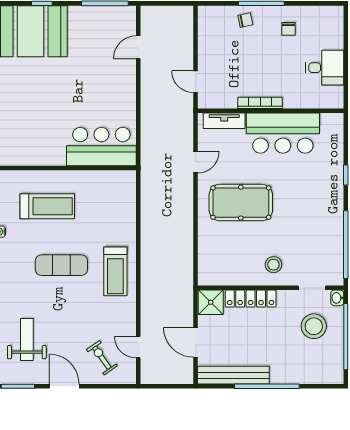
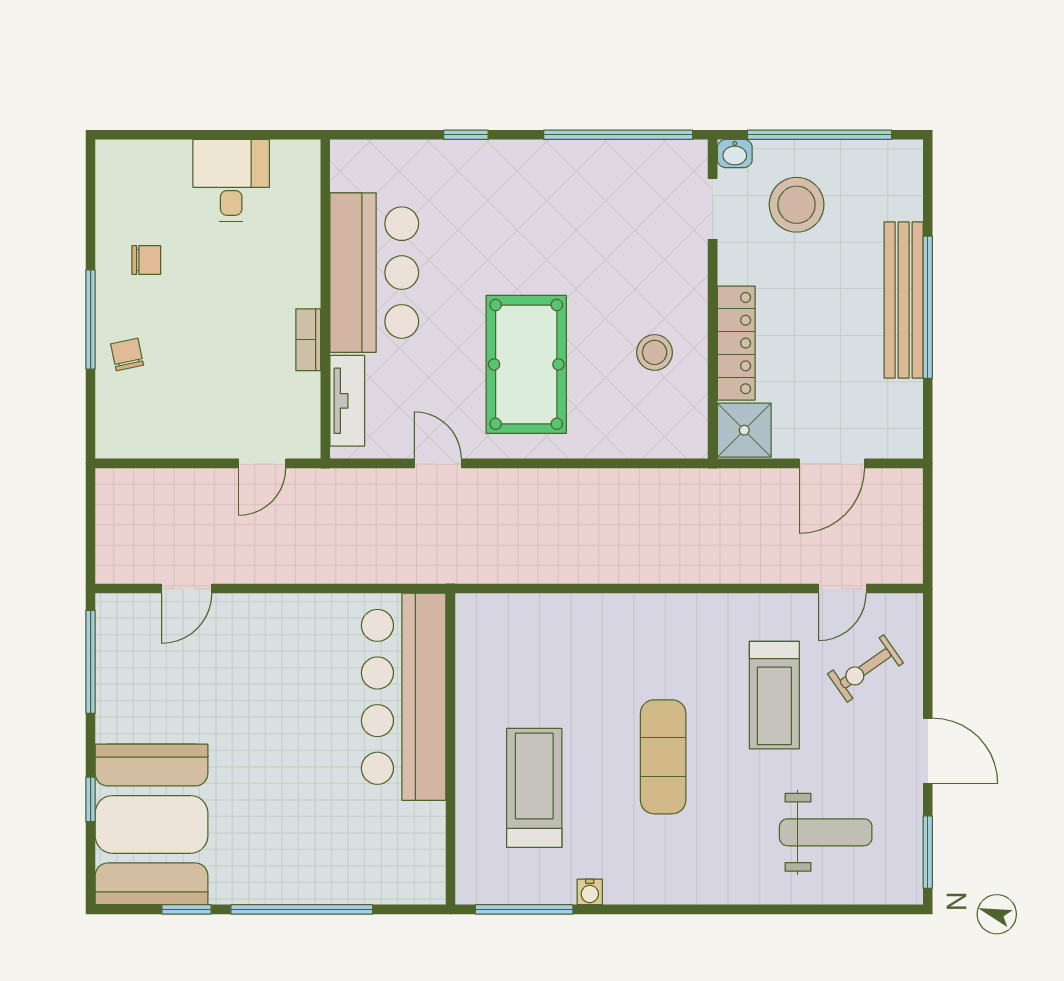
door: (138, 47) -> (187, 589), hinge flipped
bookcase: (260, 103) -> (308, 340), width x0.64
bar counter: (101, 146) -> (404, 697), width x1.36
stool: (274, 265) -> (655, 352), moved
treadmill: (115, 271) -> (774, 695), moved, turned 90
weight bench: (27, 339) -> (826, 832), turned 180
bench: (233, 375) -> (904, 300), moved
door: (64, 386) -> (928, 751), swing flipped

